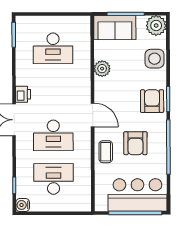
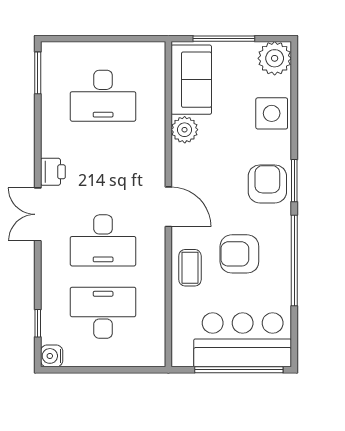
sofa: (115, 28) -> (191, 80), moved, turned -90
armchair: (135, 143) -> (239, 254), turned 90

